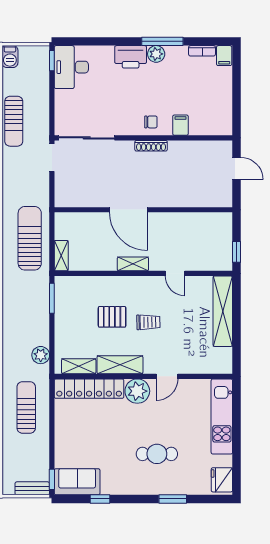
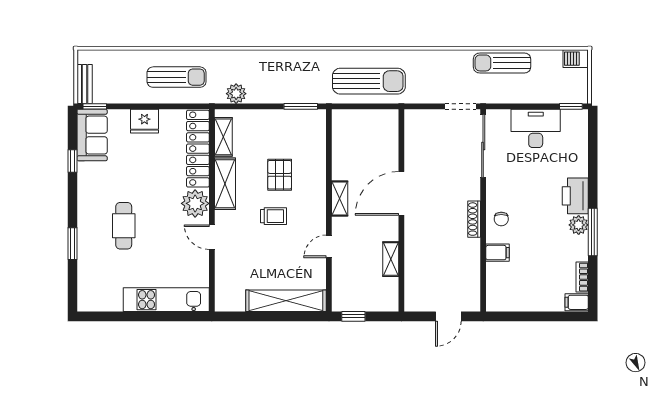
desk: (71, 67) -> (536, 128), moved
shelving: (61, 256) -> (391, 259), moved, turned 90
trolley: (148, 322) -> (274, 216), turned -89
fridge: (222, 480) -> (144, 121), moved, turned 180

